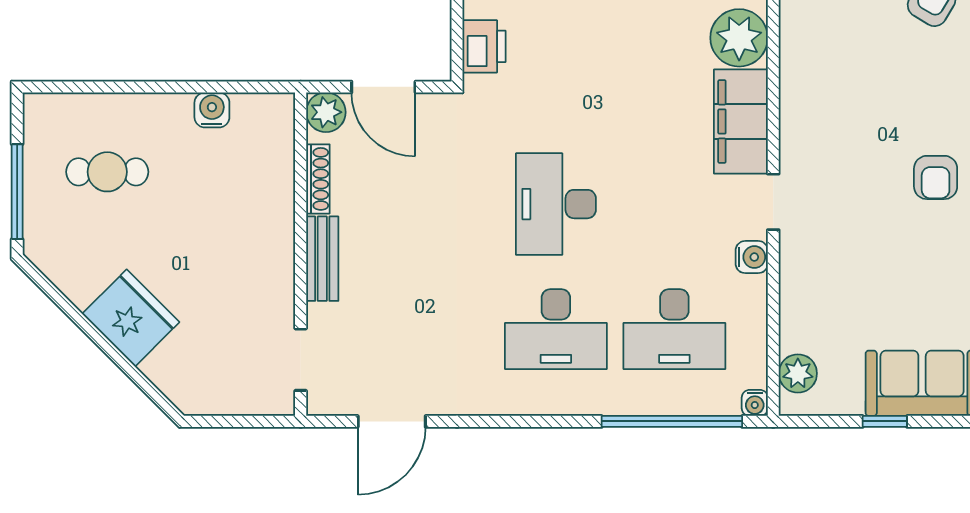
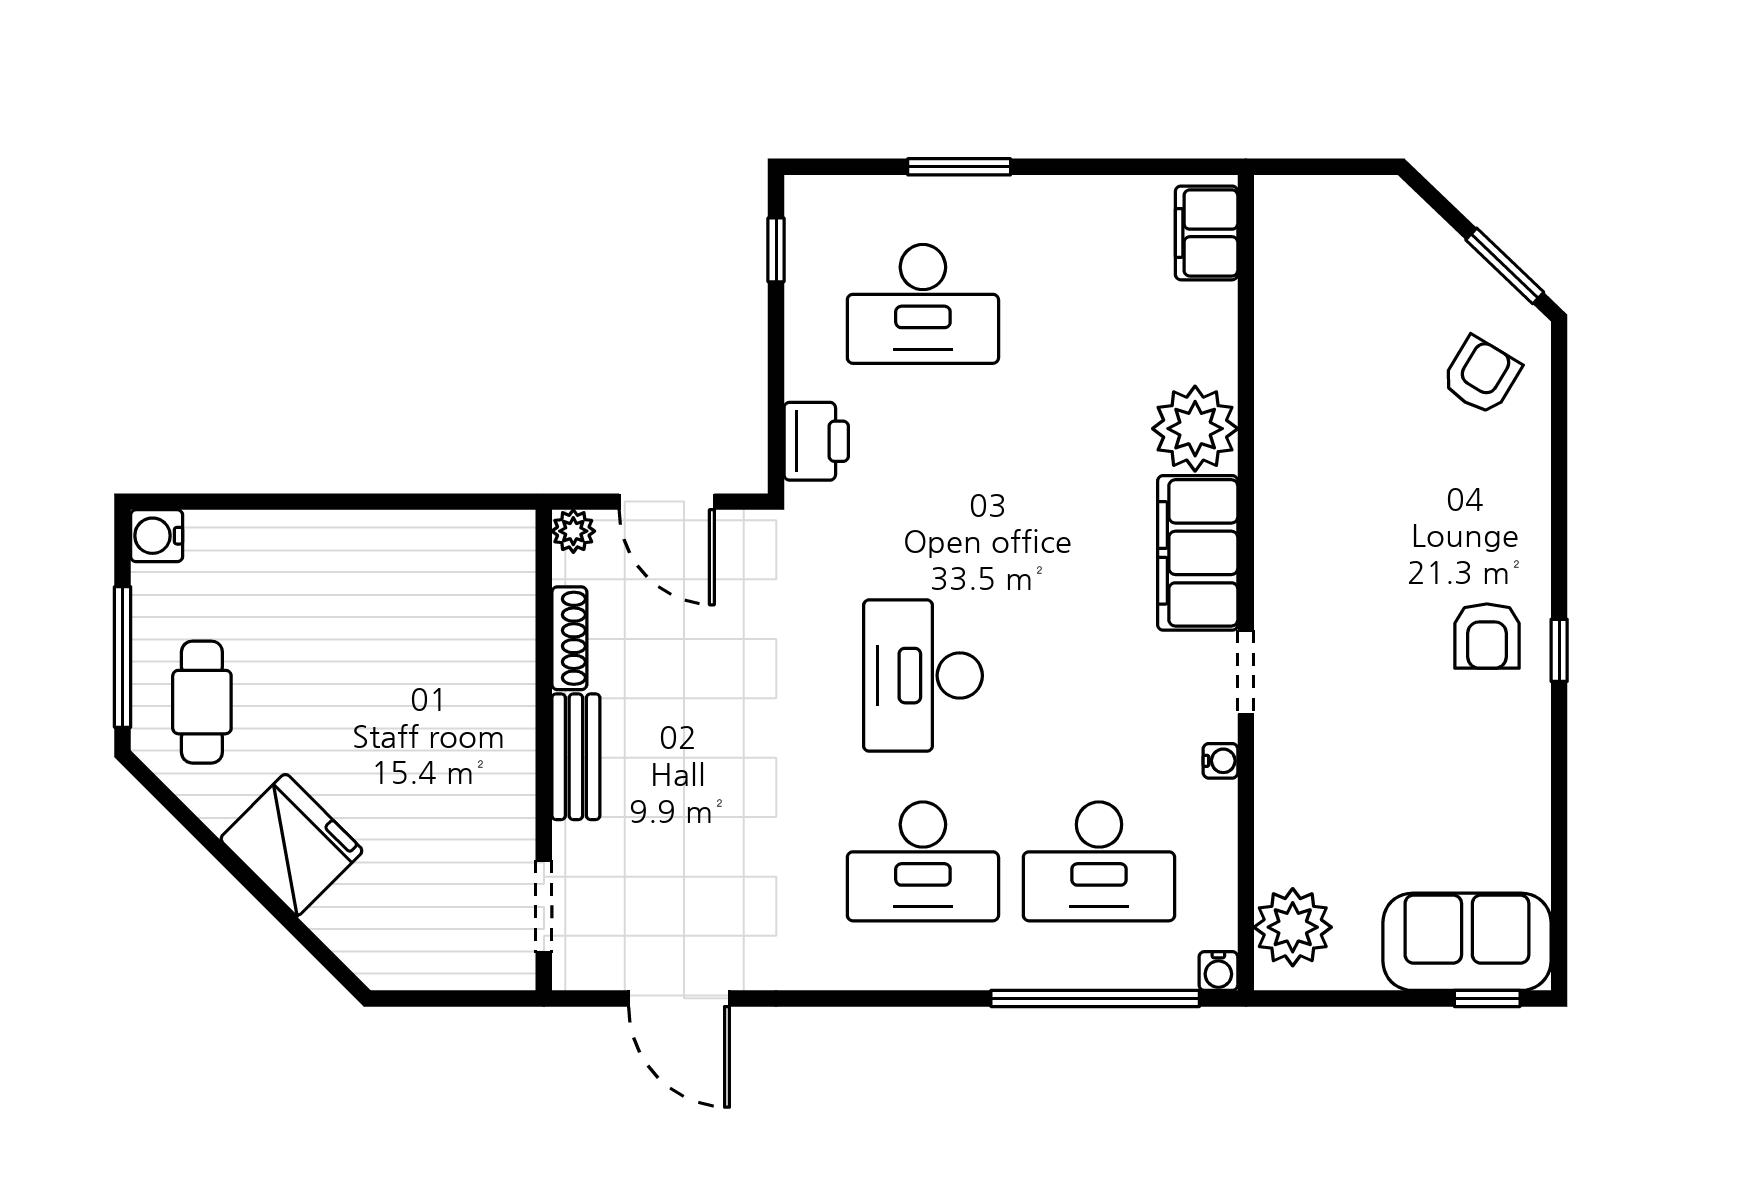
water cooler: (212, 110) -> (157, 536), moved, turned -90
plant: (326, 112) -> (573, 531), width x0.73, depth x0.73
cafe table: (107, 172) -> (202, 702), moved, turned 90
water cooler: (752, 257) -> (1220, 761), width x0.72, depth x0.72
plant: (798, 373) -> (1293, 927), width x1.36, depth x1.36
door: (392, 421) -> (679, 998), hinge flipped
window: (885, 421) -> (1487, 998), moved

